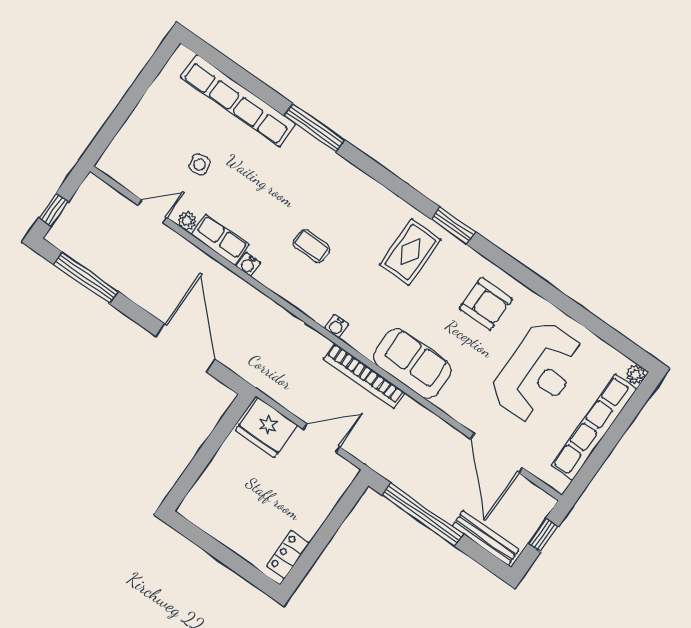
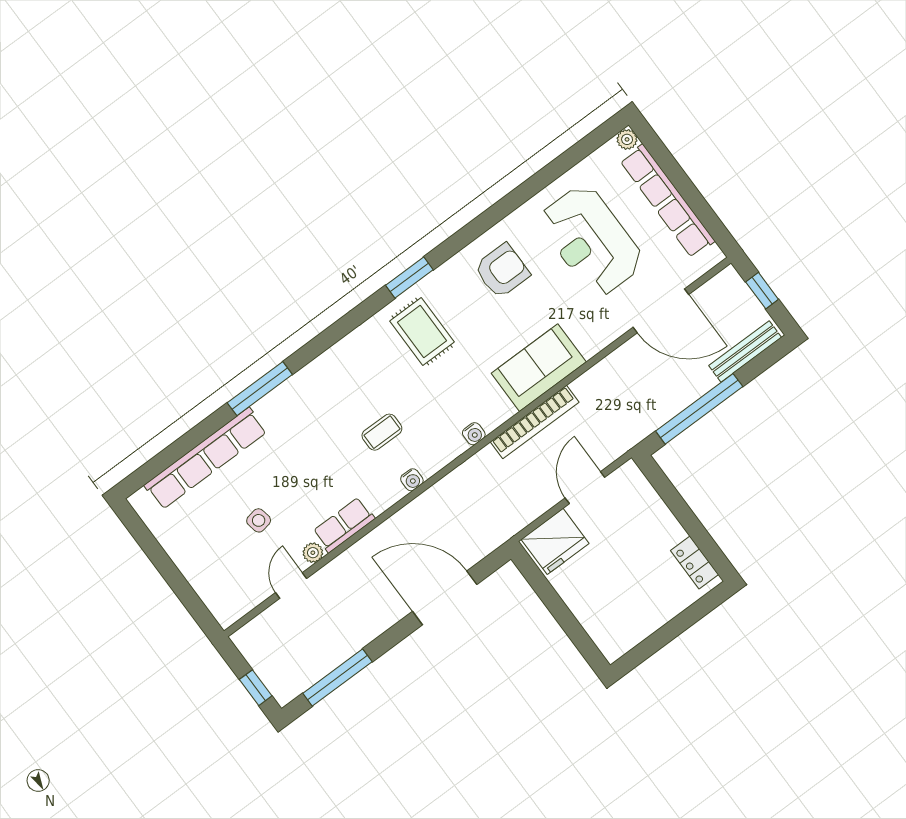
water cooler: (248, 264) -> (412, 480), moved
reception desk: (537, 372) -> (591, 241), turned 180

